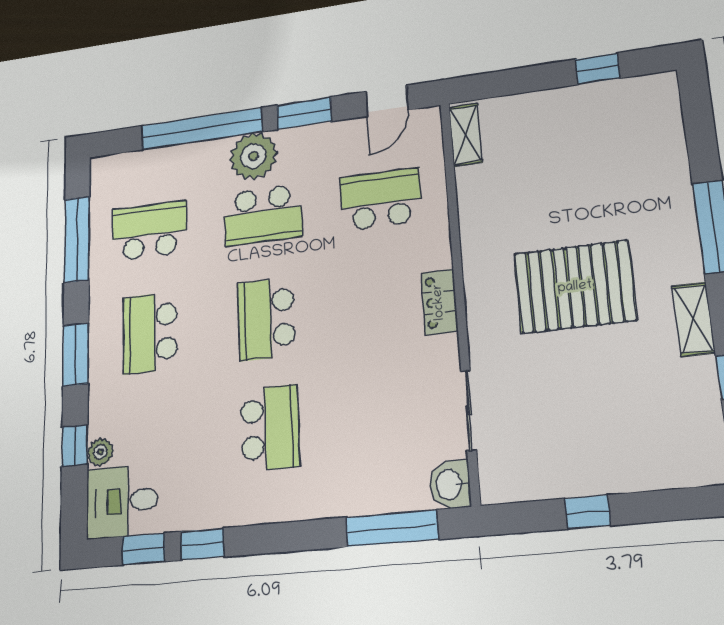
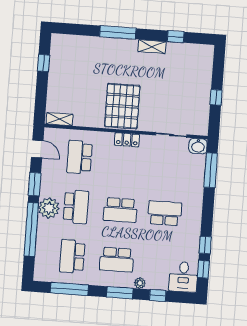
pallet: (575, 287) -> (122, 106), moved
plant: (100, 452) -> (140, 283), moved

